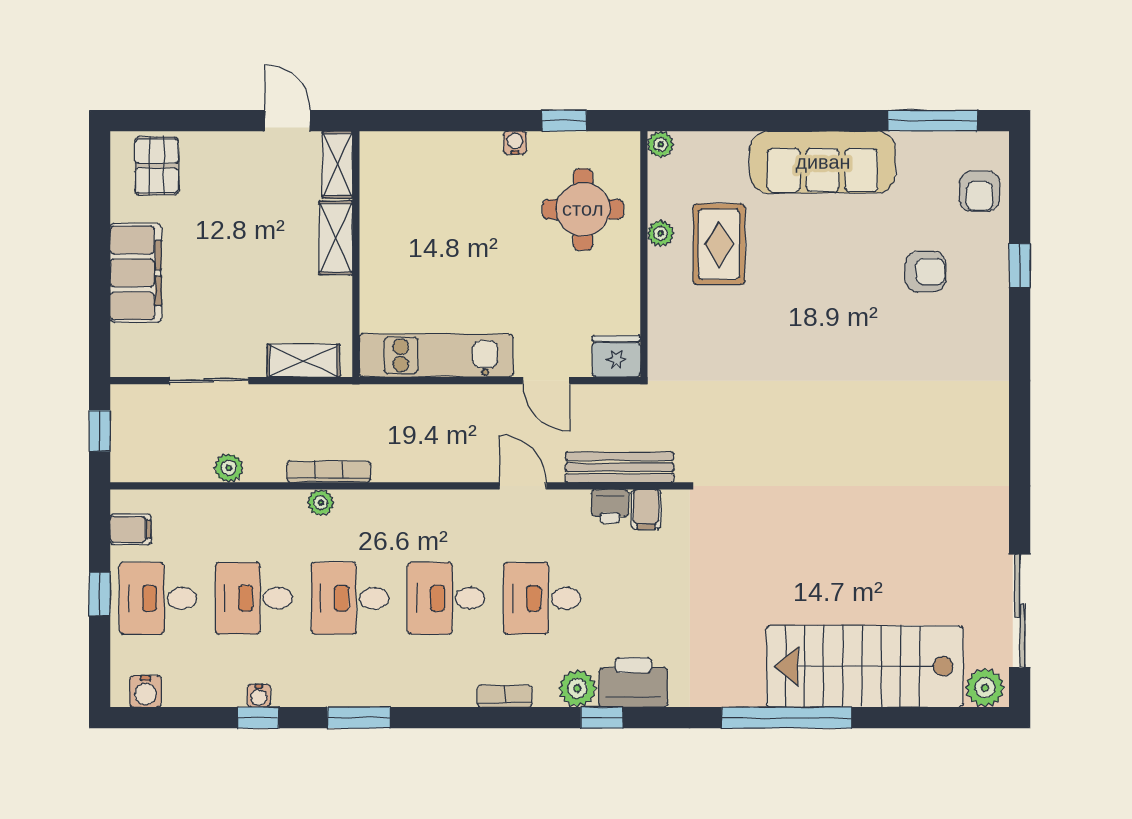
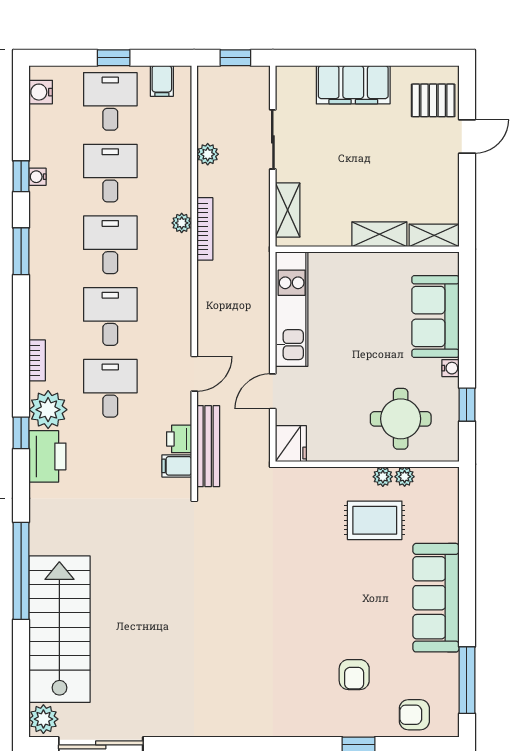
door: (288, 121) -> (467, 137), moved
plant: (660, 144) -> (405, 477), moved
sofa: (446, 163) -> (435, 317), added
plant: (577, 688) -> (48, 410), width x1.36, depth x1.36

